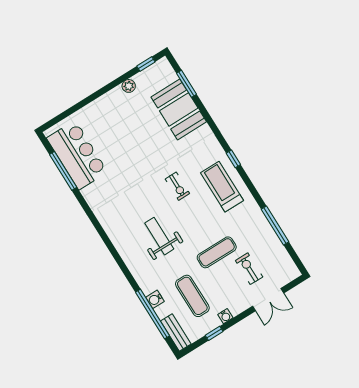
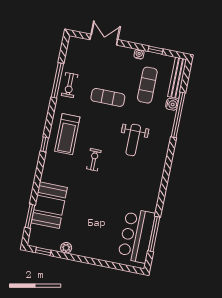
exercise bike: (249, 269) -> (70, 85), moved
window: (153, 314) -> (178, 115), moved
bench: (176, 332) -> (177, 78), width x1.36

